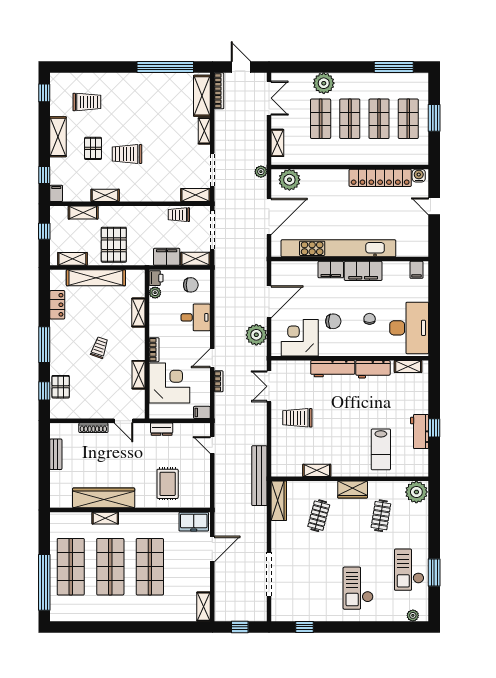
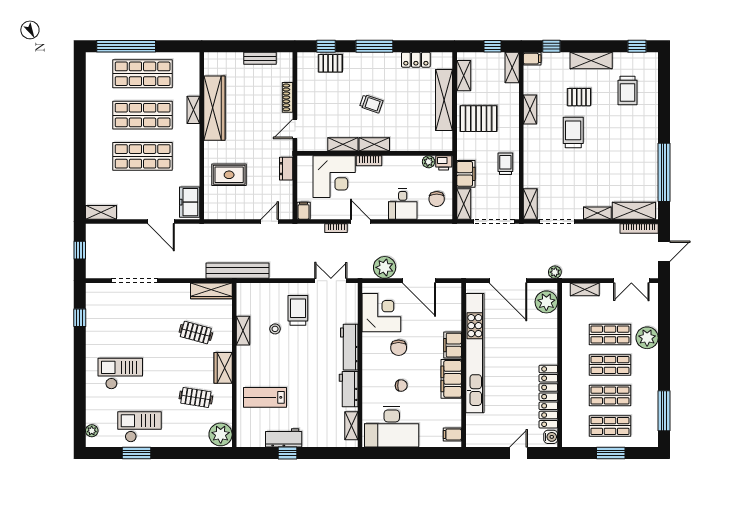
shelving: (83, 213) -> (512, 68), moved
trolley: (179, 215) -> (505, 164), moved
shelving: (138, 313) -> (374, 144), moved
stool: (315, 440) -> (275, 329), added

